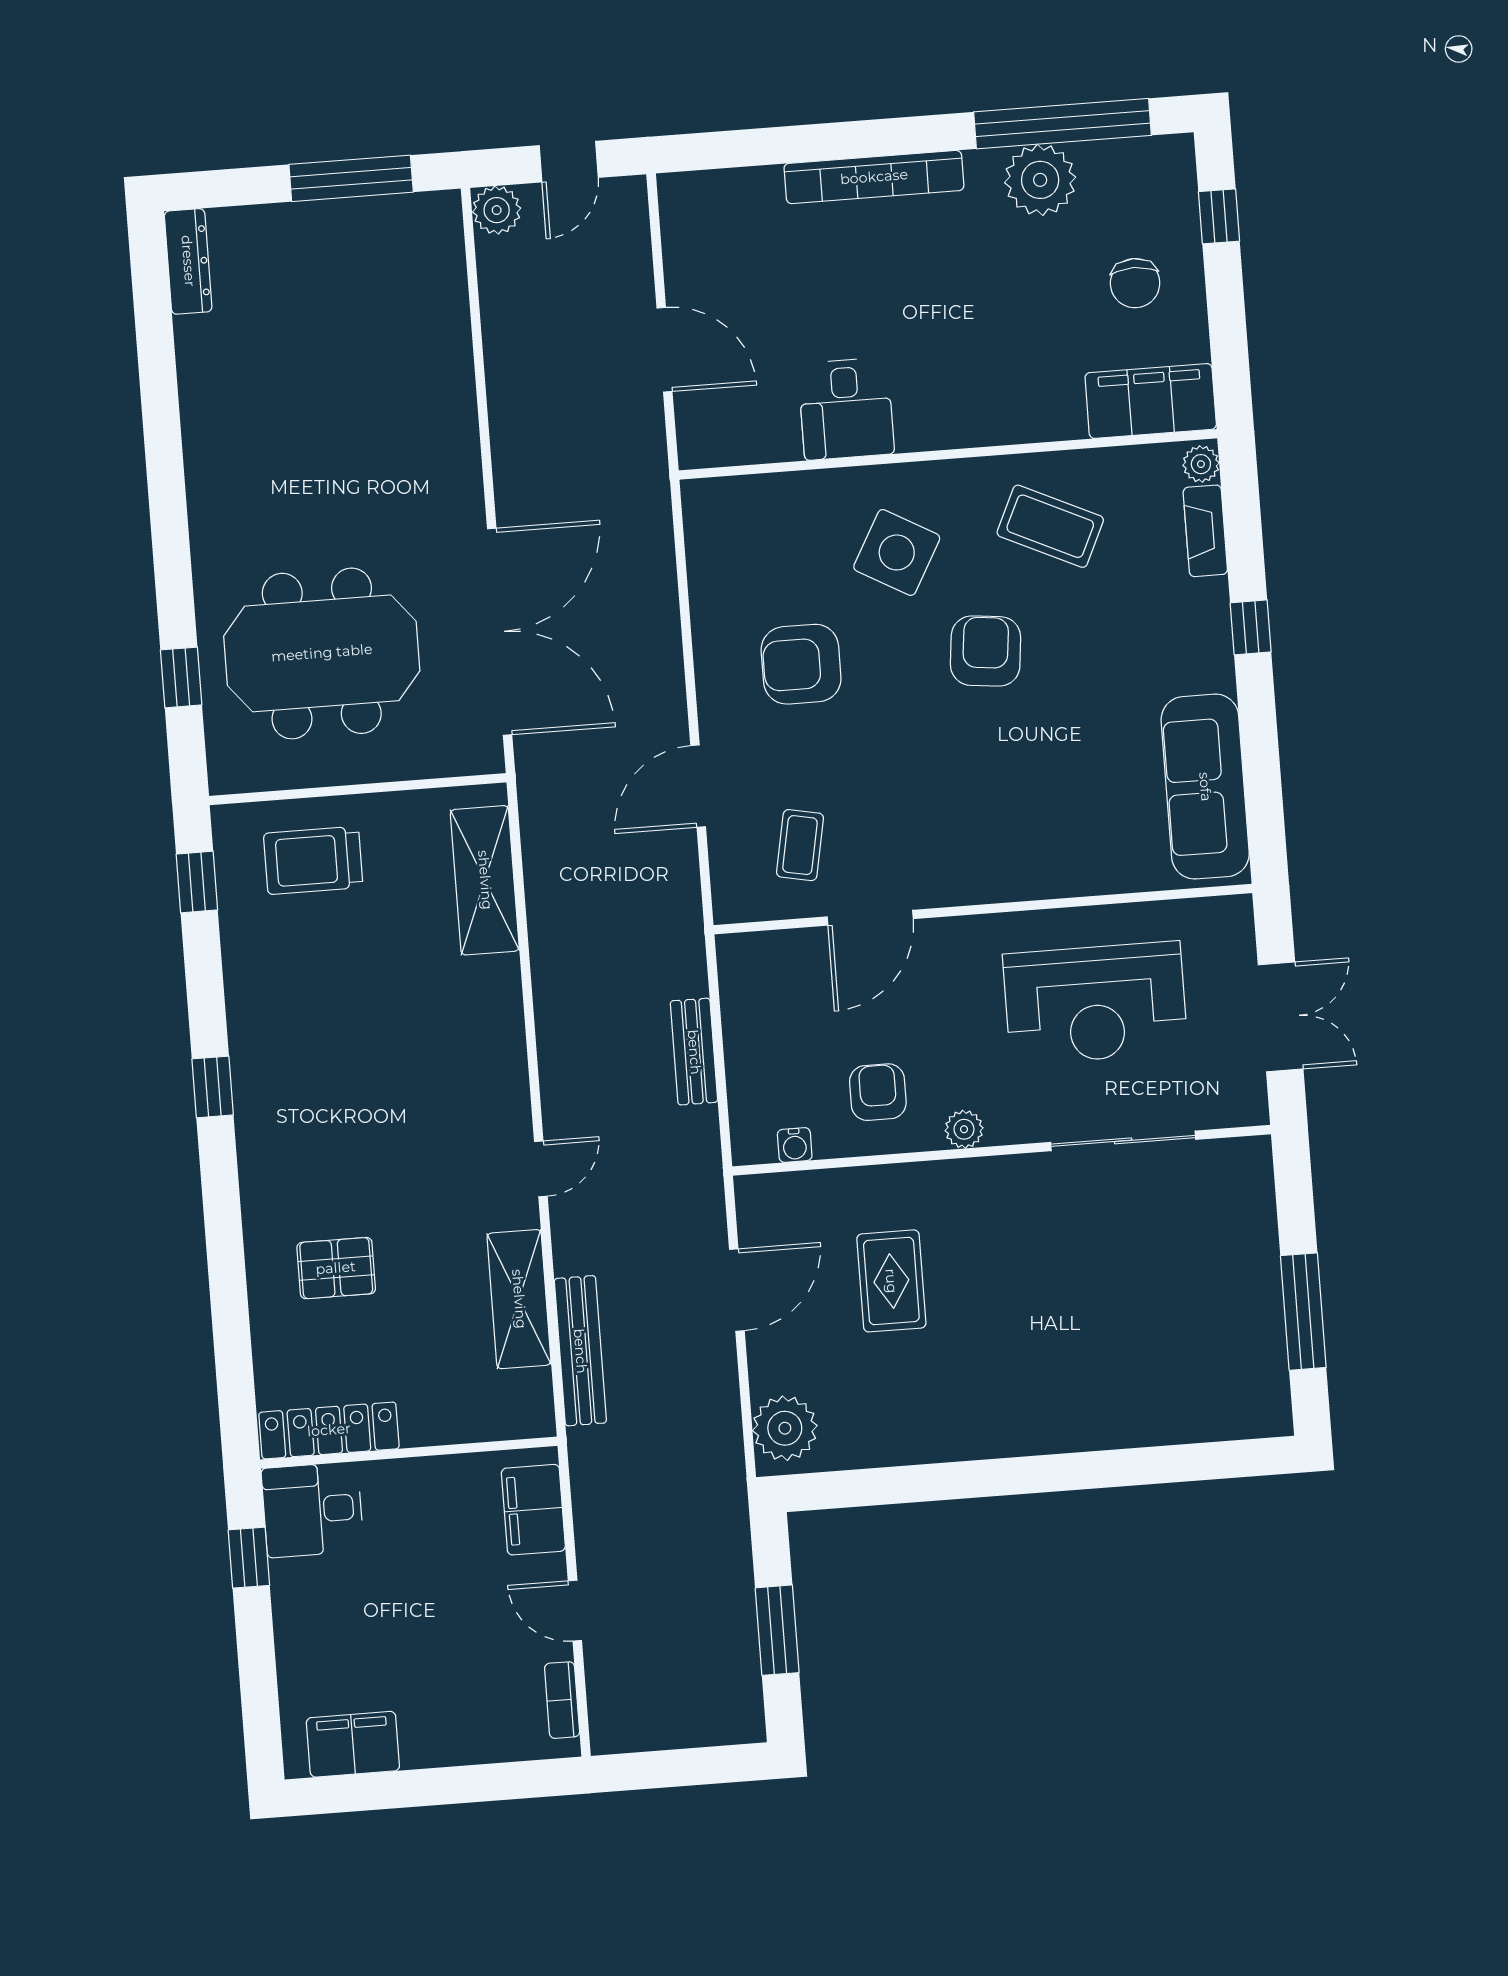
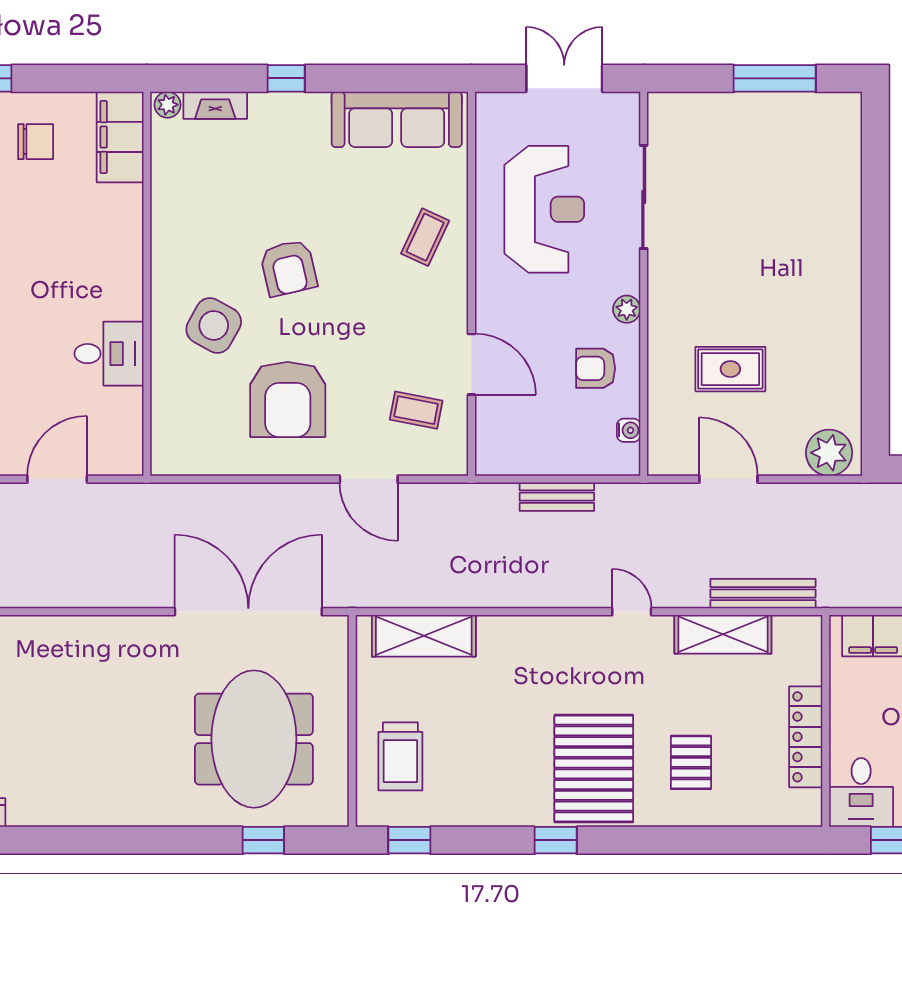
coffee table: (1050, 526) -> (425, 237), moved, width x0.73, depth x0.77
armchair: (986, 651) -> (288, 268), turned -109
armchair: (801, 664) -> (288, 399), width x1.36, depth x1.36
pallet: (317, 1133) -> (594, 769), added
locker: (329, 1430) -> (806, 737), moved

